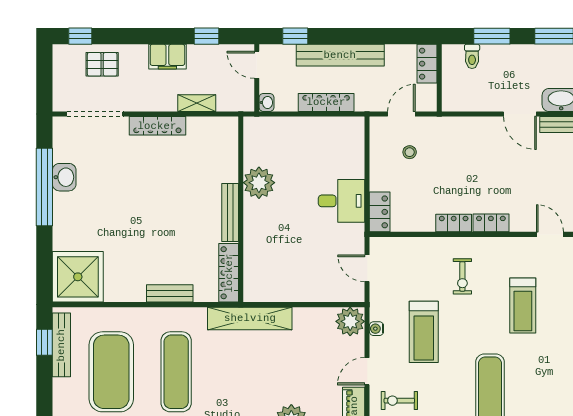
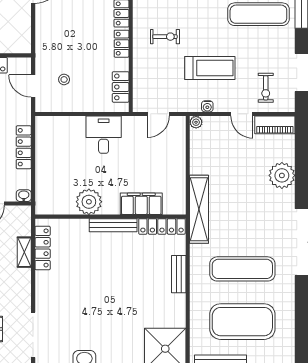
locker: (157, 126) -> (43, 248), moved
locker: (380, 212) -> (121, 87), moved, turned -90
filing cabinet: (256, 247) -> (141, 204), added
plant: (350, 321) -> (196, 122), width x0.53, depth x0.53

